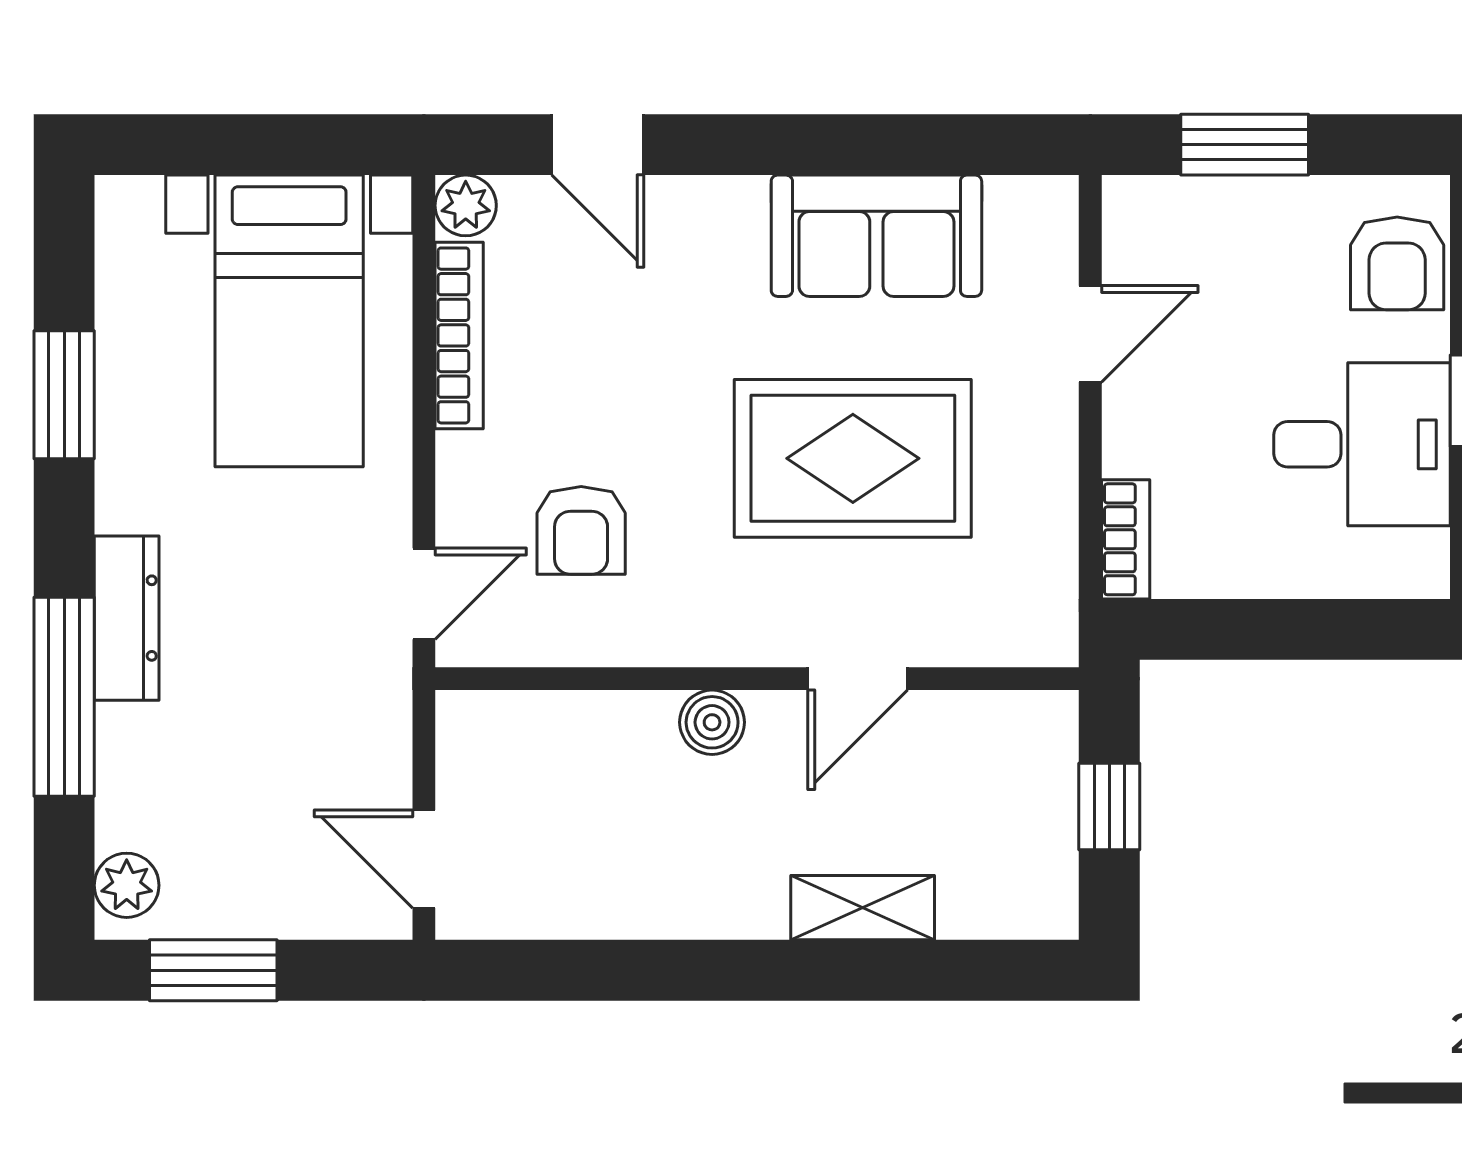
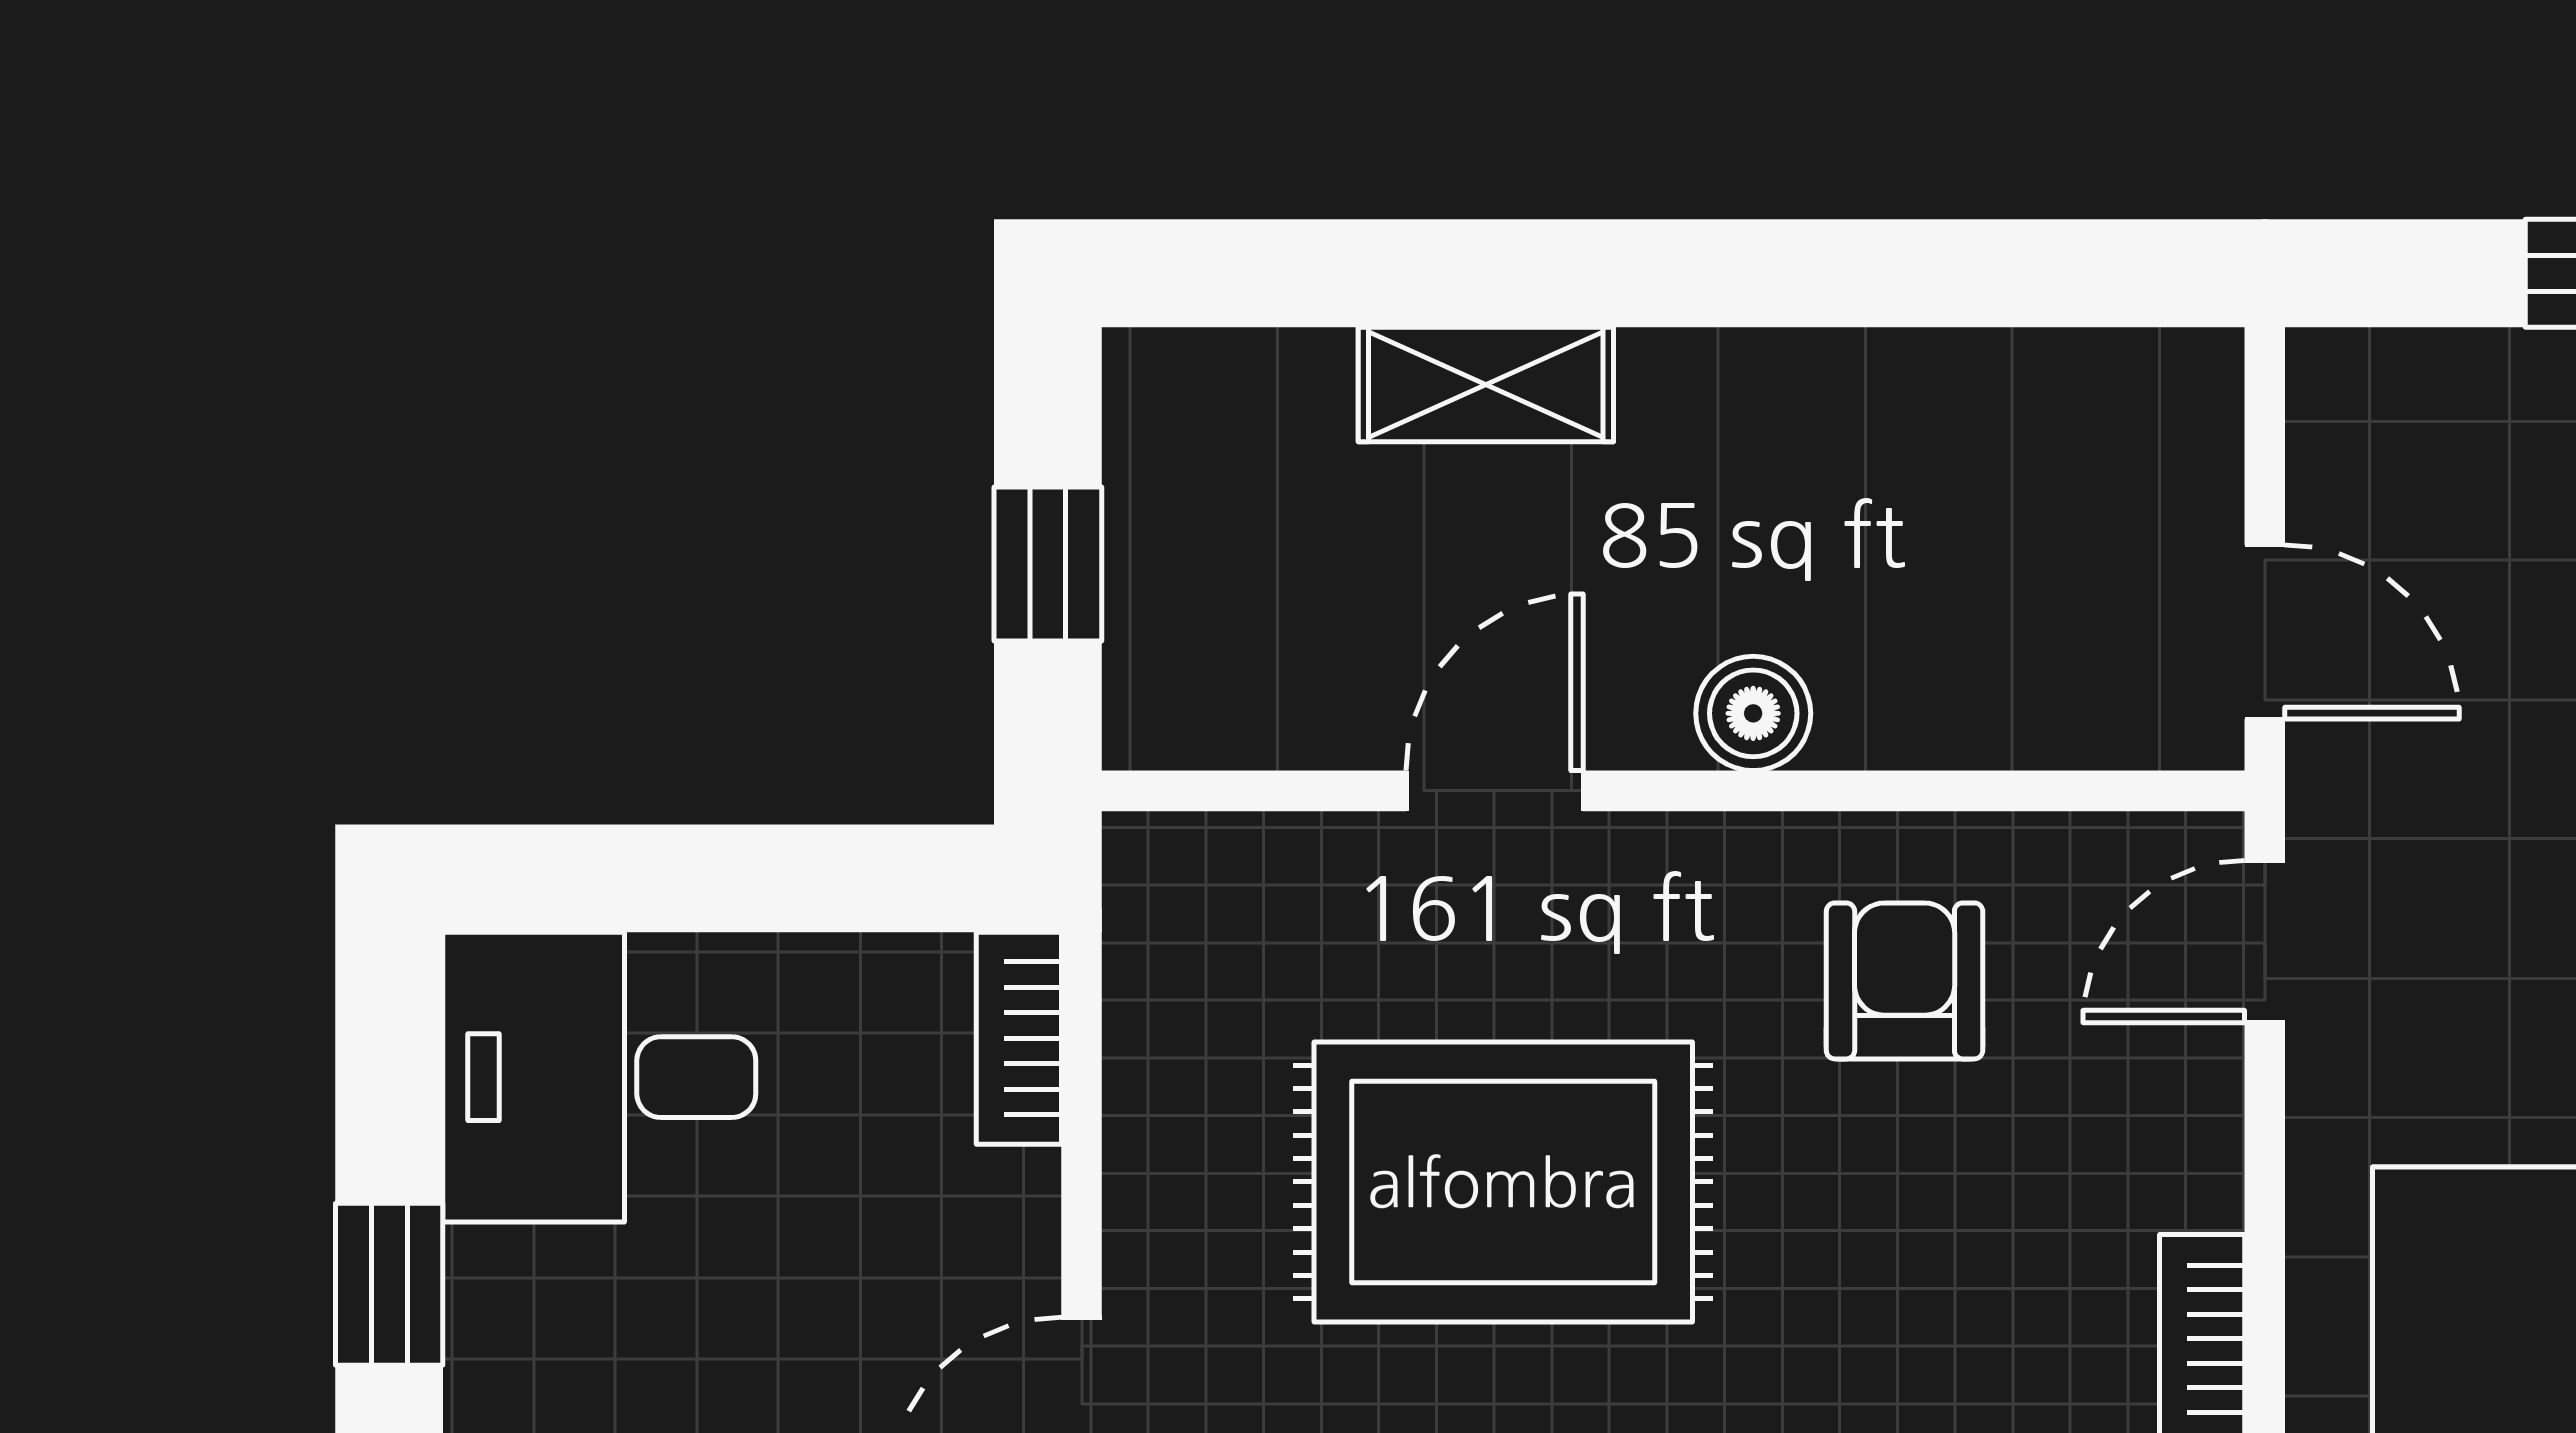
desk: (1362, 444) -> (599, 1077), moved
armchair: (581, 530) -> (1905, 981), moved
door: (424, 859) -> (2265, 632), moved

